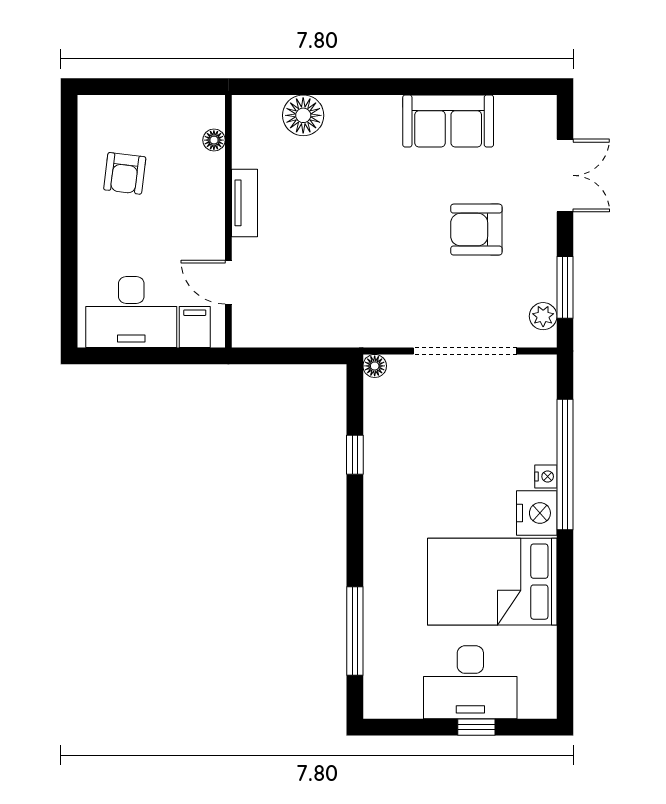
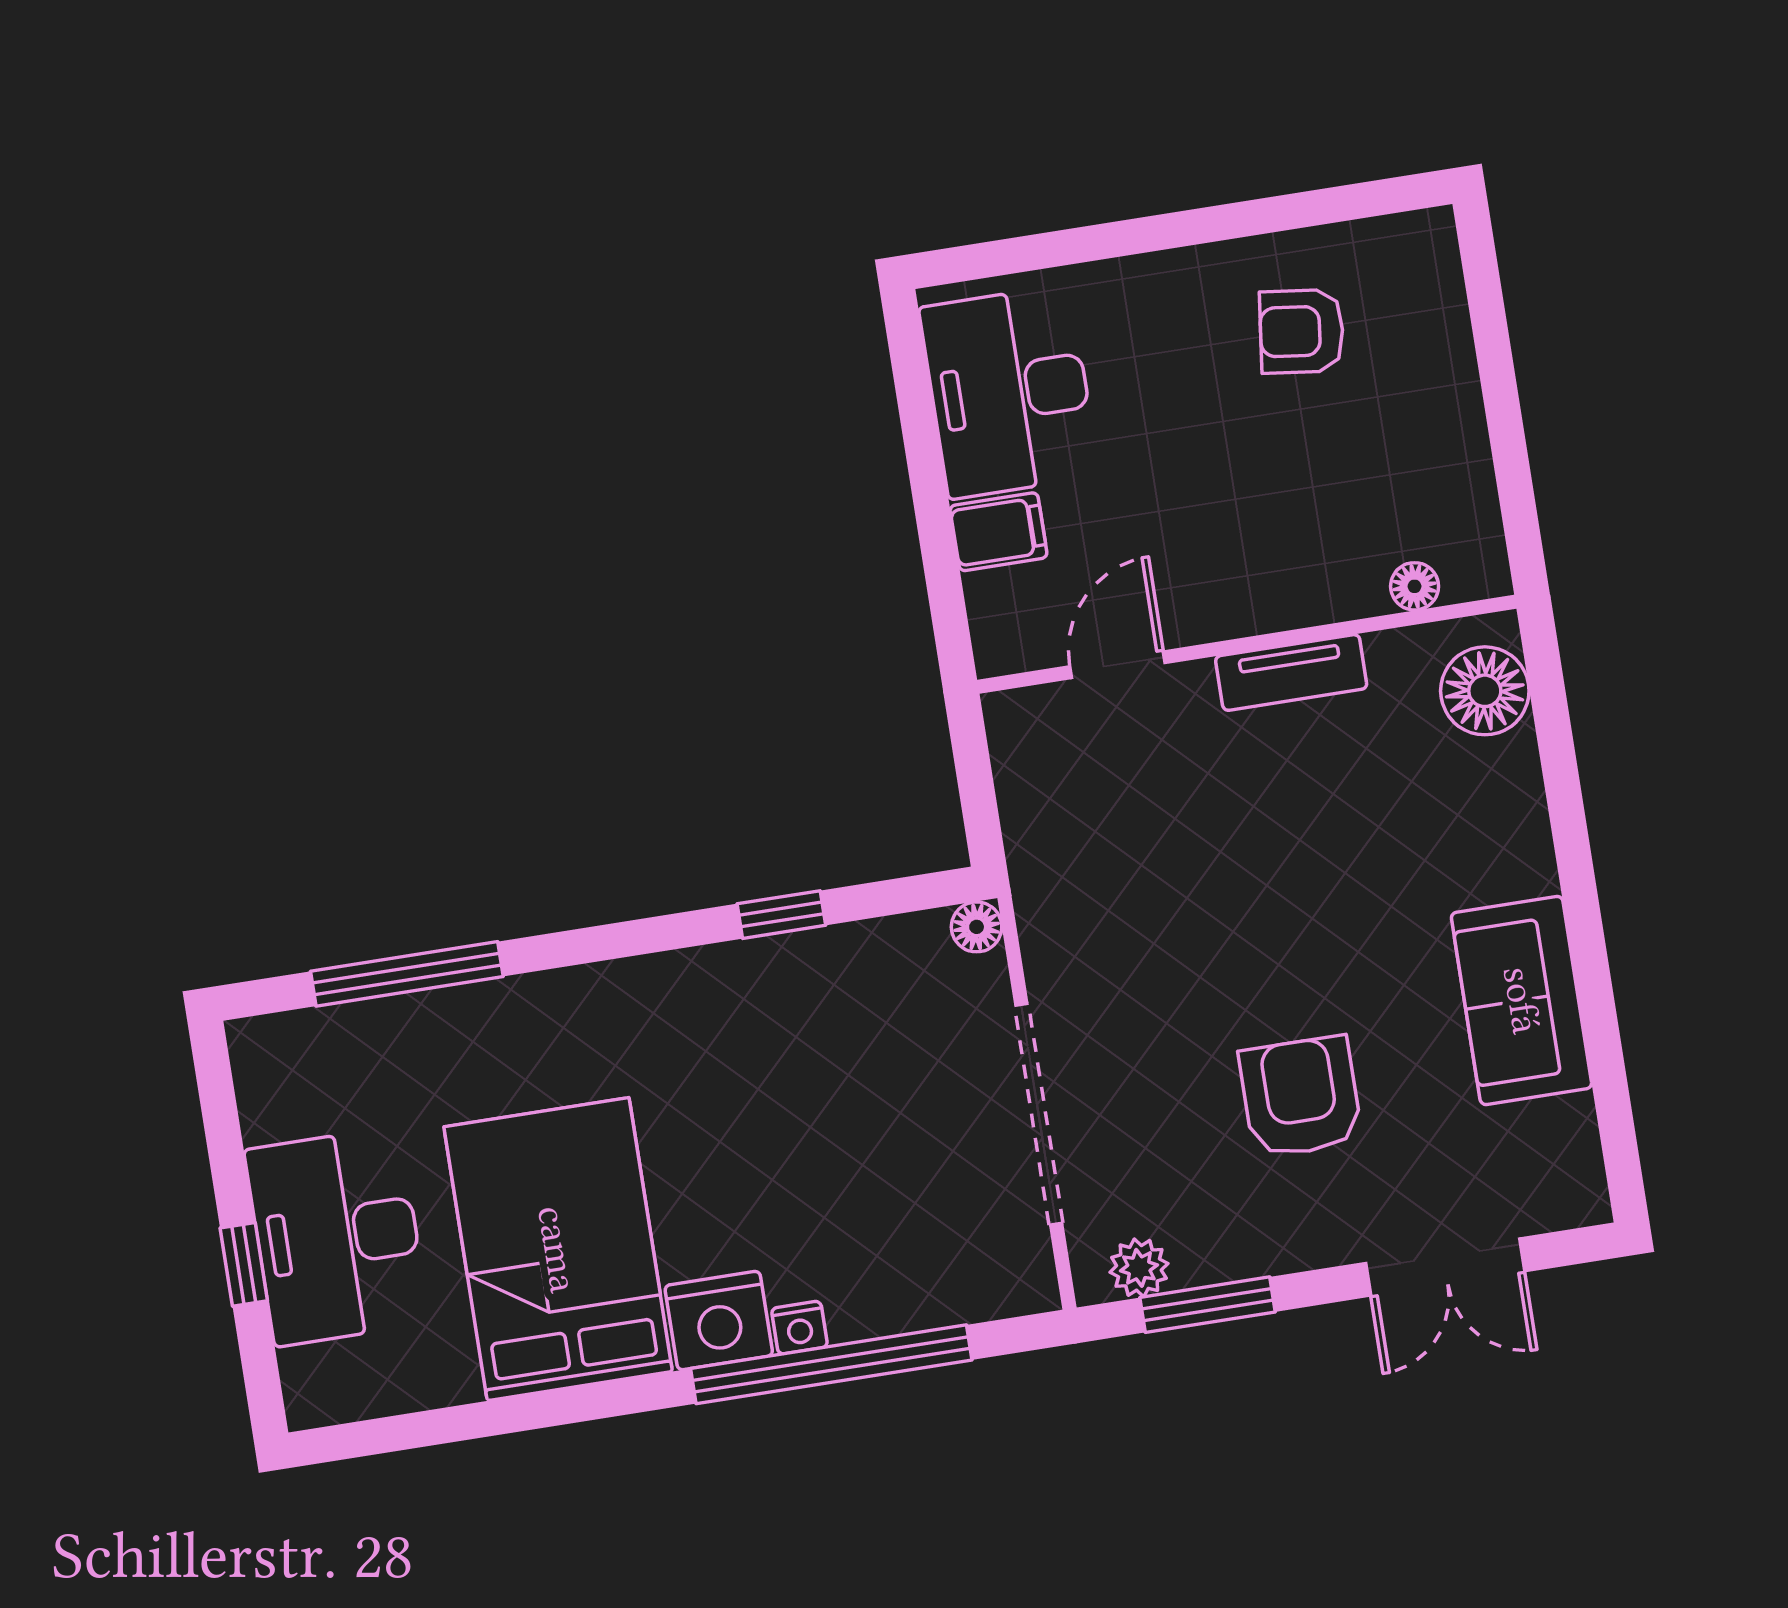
floor lamp: (214, 140) -> (1415, 586), moved
tv unit: (245, 203) -> (1291, 672), moved
wall: (228, 221) -> (1247, 644), moved
door: (228, 282) -> (1118, 665), moved

